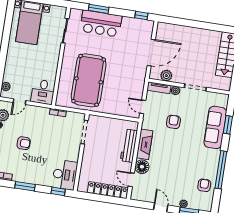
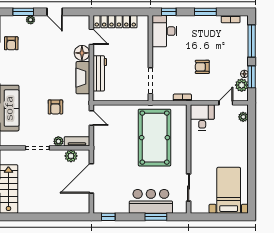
armchair: (24, 143) -> (202, 67), moved

